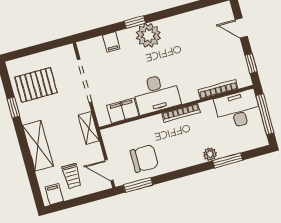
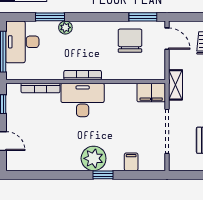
desk: (156, 94) -> (83, 100), moved
desk: (238, 109) -> (22, 42), moved, turned 90
filing cabinet: (123, 111) -> (151, 93), moved
chair: (144, 159) -> (130, 41), turned 90

